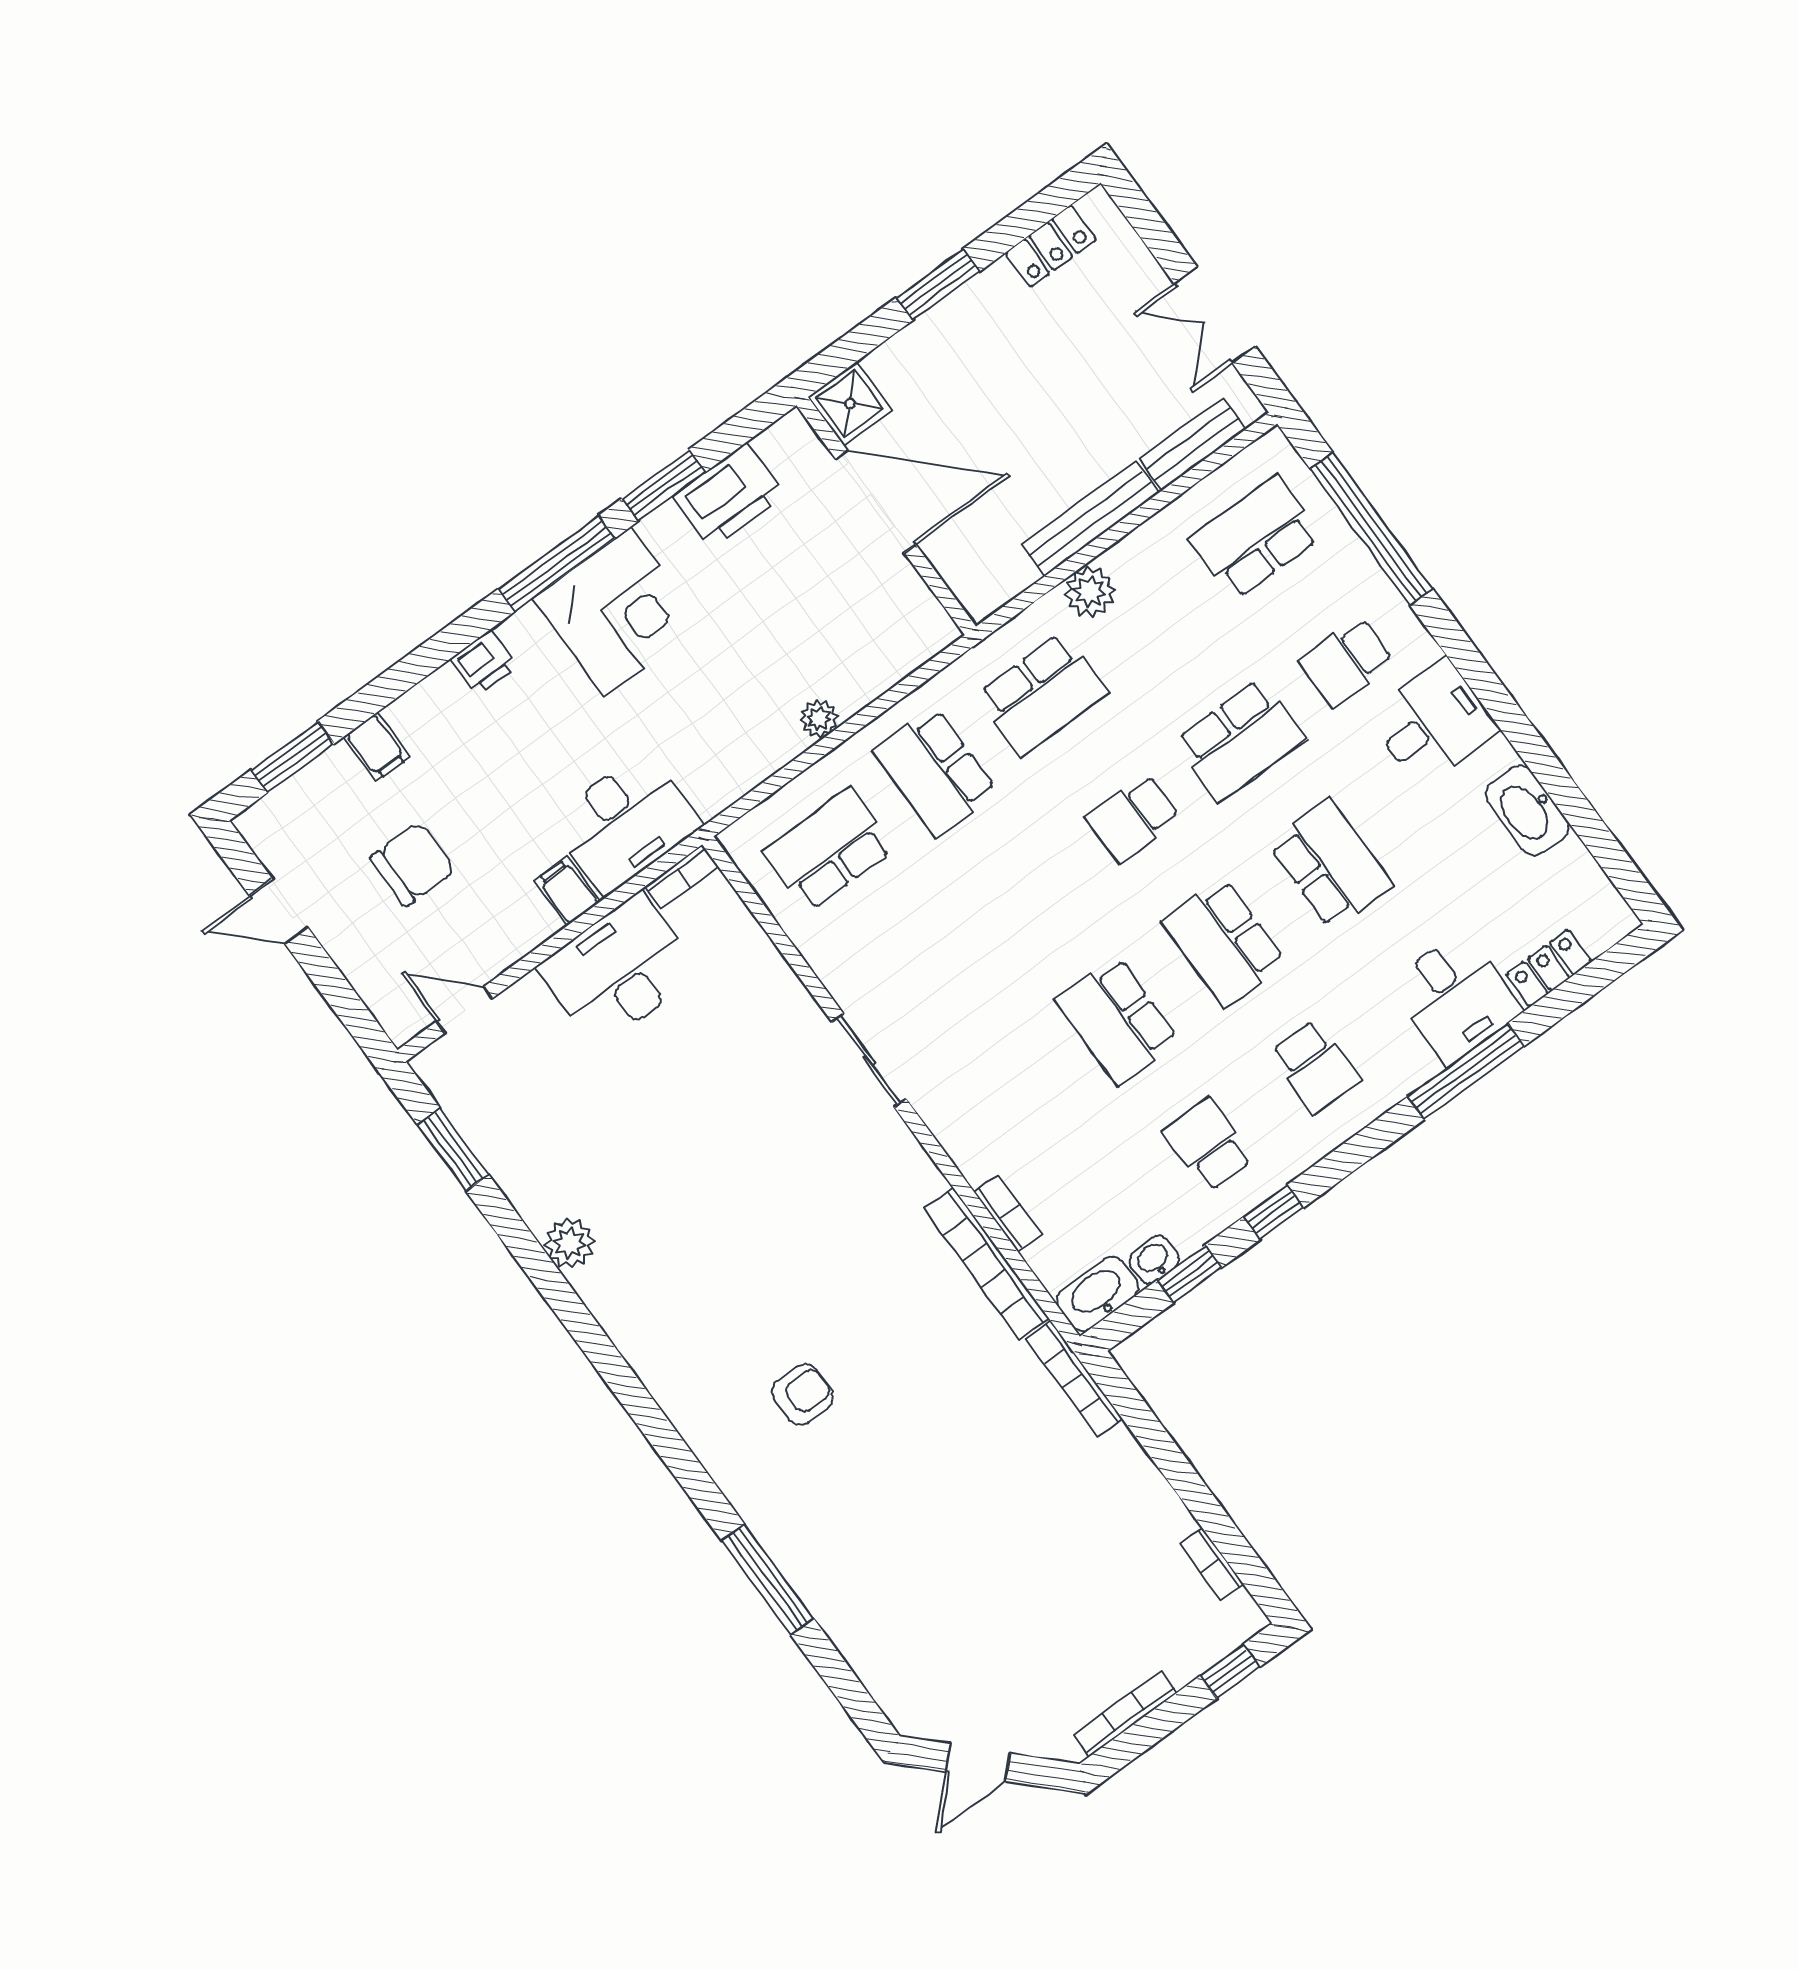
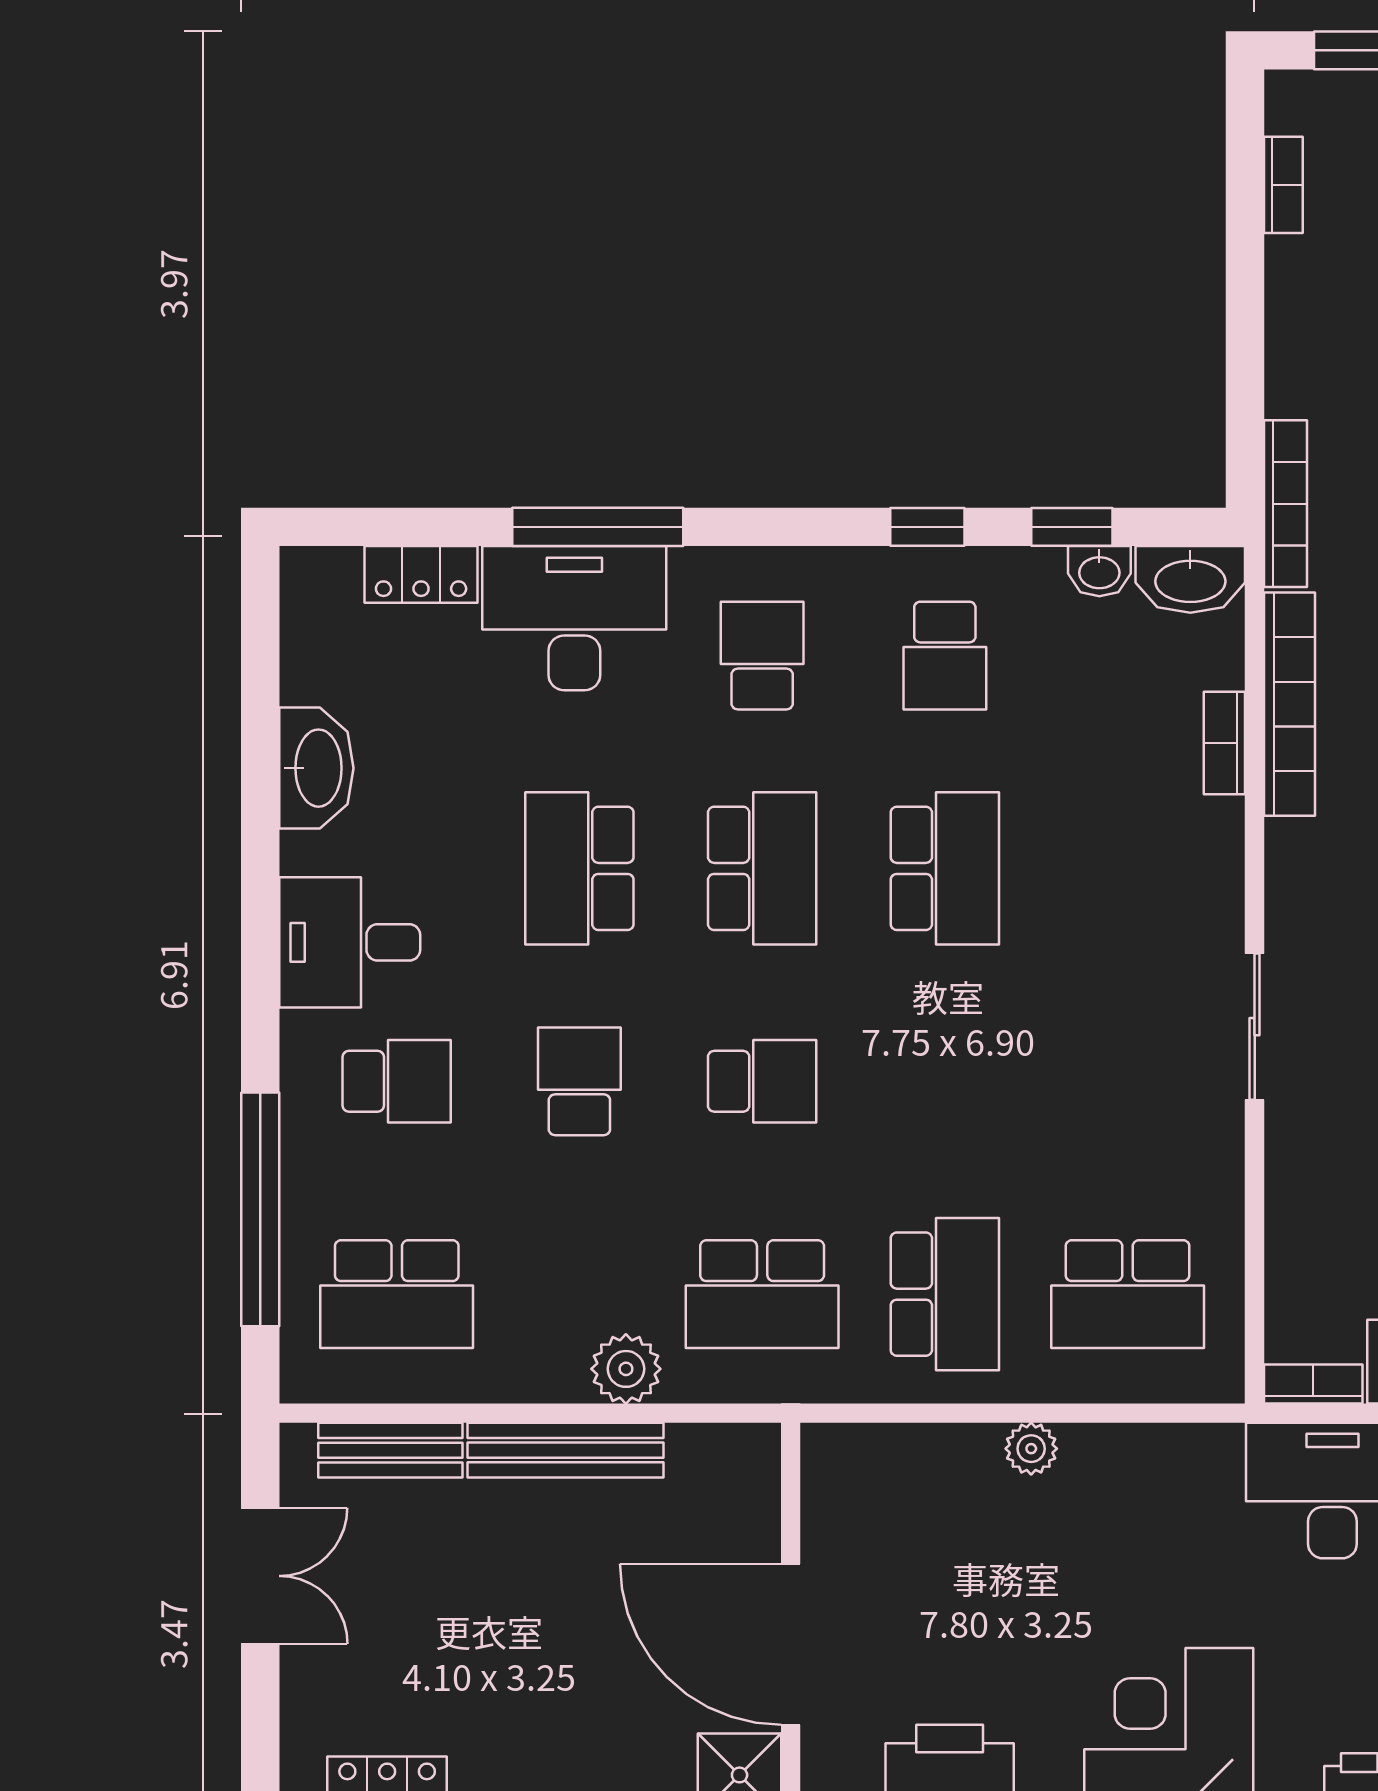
school desk: (1042, 694) -> (762, 1294), turned 180
school desk: (1240, 740) -> (579, 1081), width x0.54
desk: (1455, 998) -> (574, 618), width x1.37

